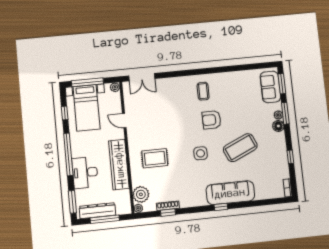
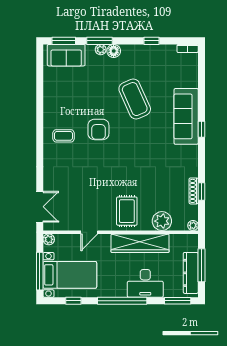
side table: (201, 153) -> (137, 147), removed
rug: (155, 158) -> (127, 211), moved
plant: (141, 194) -> (162, 221), moved

